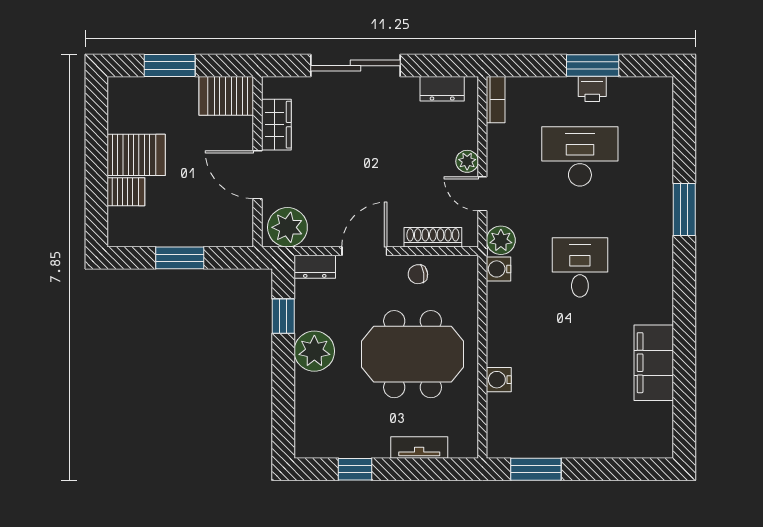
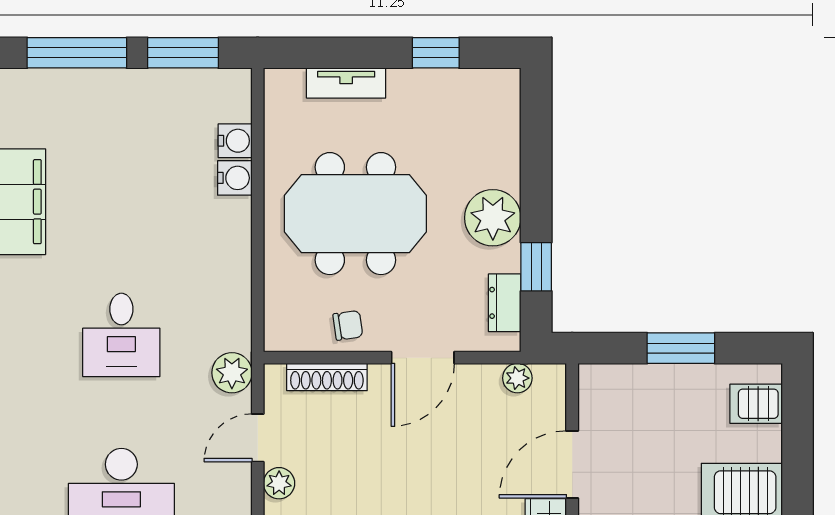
door: (258, 175) -> (572, 464), swing flipped
server rack: (126, 192) -> (756, 404), moved
door: (482, 194) -> (258, 438), swing flipped
plant: (287, 227) -> (517, 378), width x0.53, depth x0.53
dresser: (315, 267) -> (505, 303), moved, turned -90
water cooler: (499, 269) -> (235, 141), moved
window: (612, 469) -> (77, 53), added

